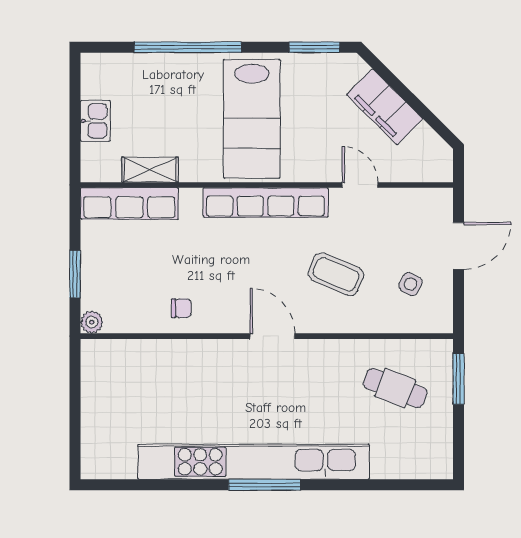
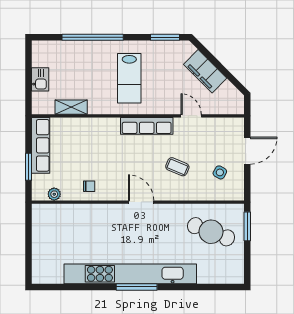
lab bench: (252, 119) -> (129, 78), width x0.73, depth x0.72
row of seats: (266, 202) -> (147, 126), width x0.73
row of seats: (129, 203) -> (41, 145), moved, turned -90
coffee table: (336, 274) -> (177, 167), width x0.73, depth x0.77
plant: (92, 322) -> (54, 194), moved
cafe table: (395, 388) -> (211, 232), width x1.37, depth x1.35

